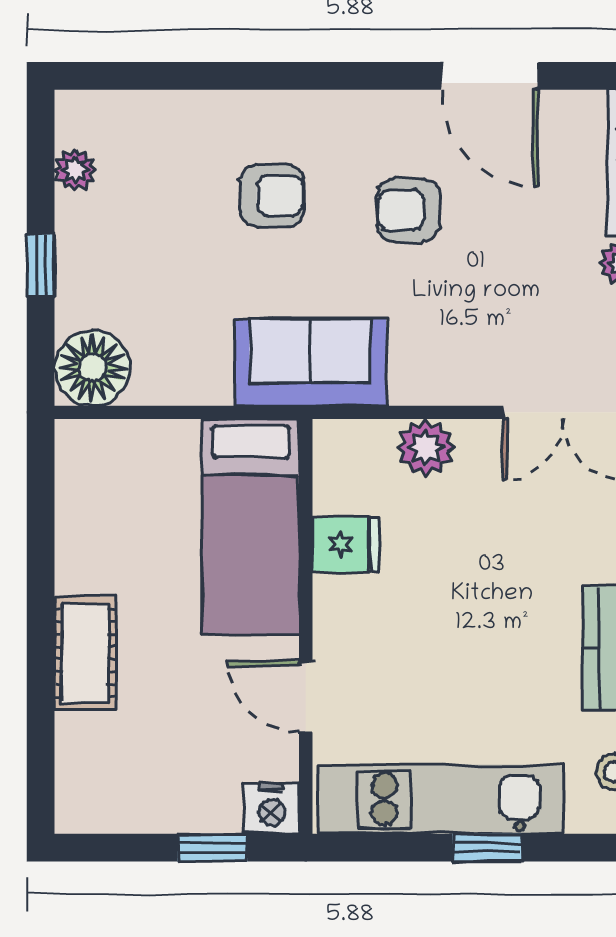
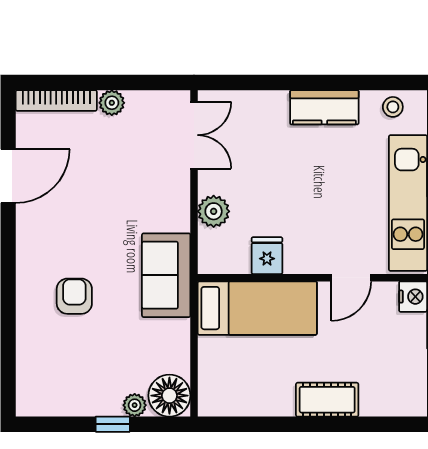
plant: (75, 170) -> (135, 405), moved
armchair: (409, 210) -> (82, 221), removed

